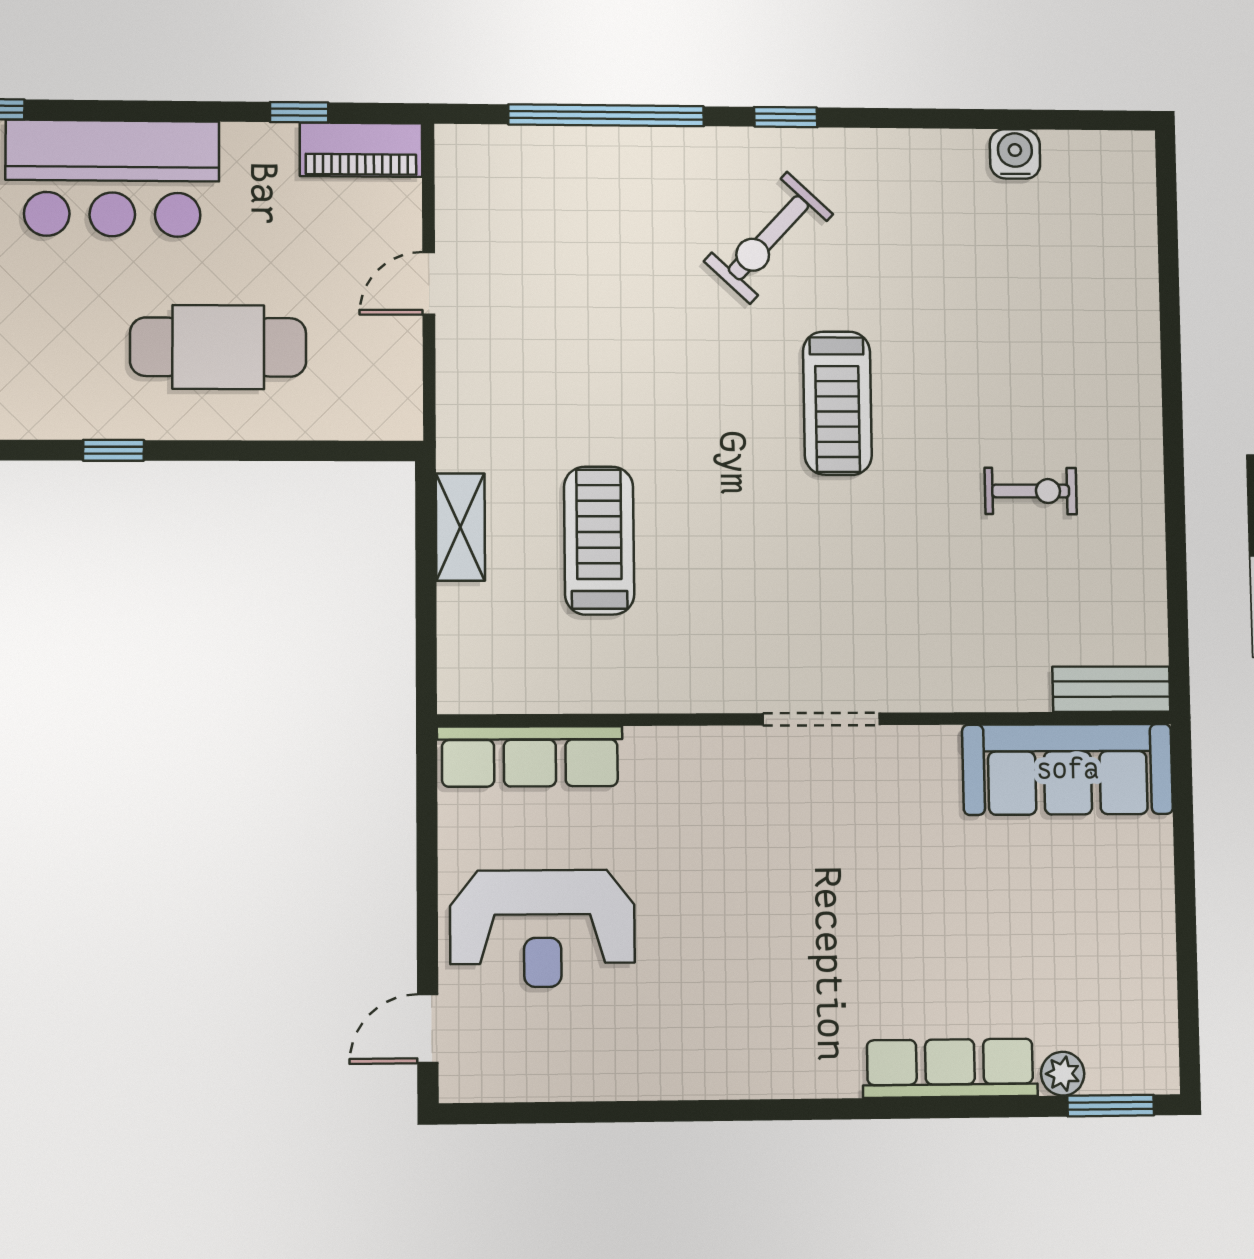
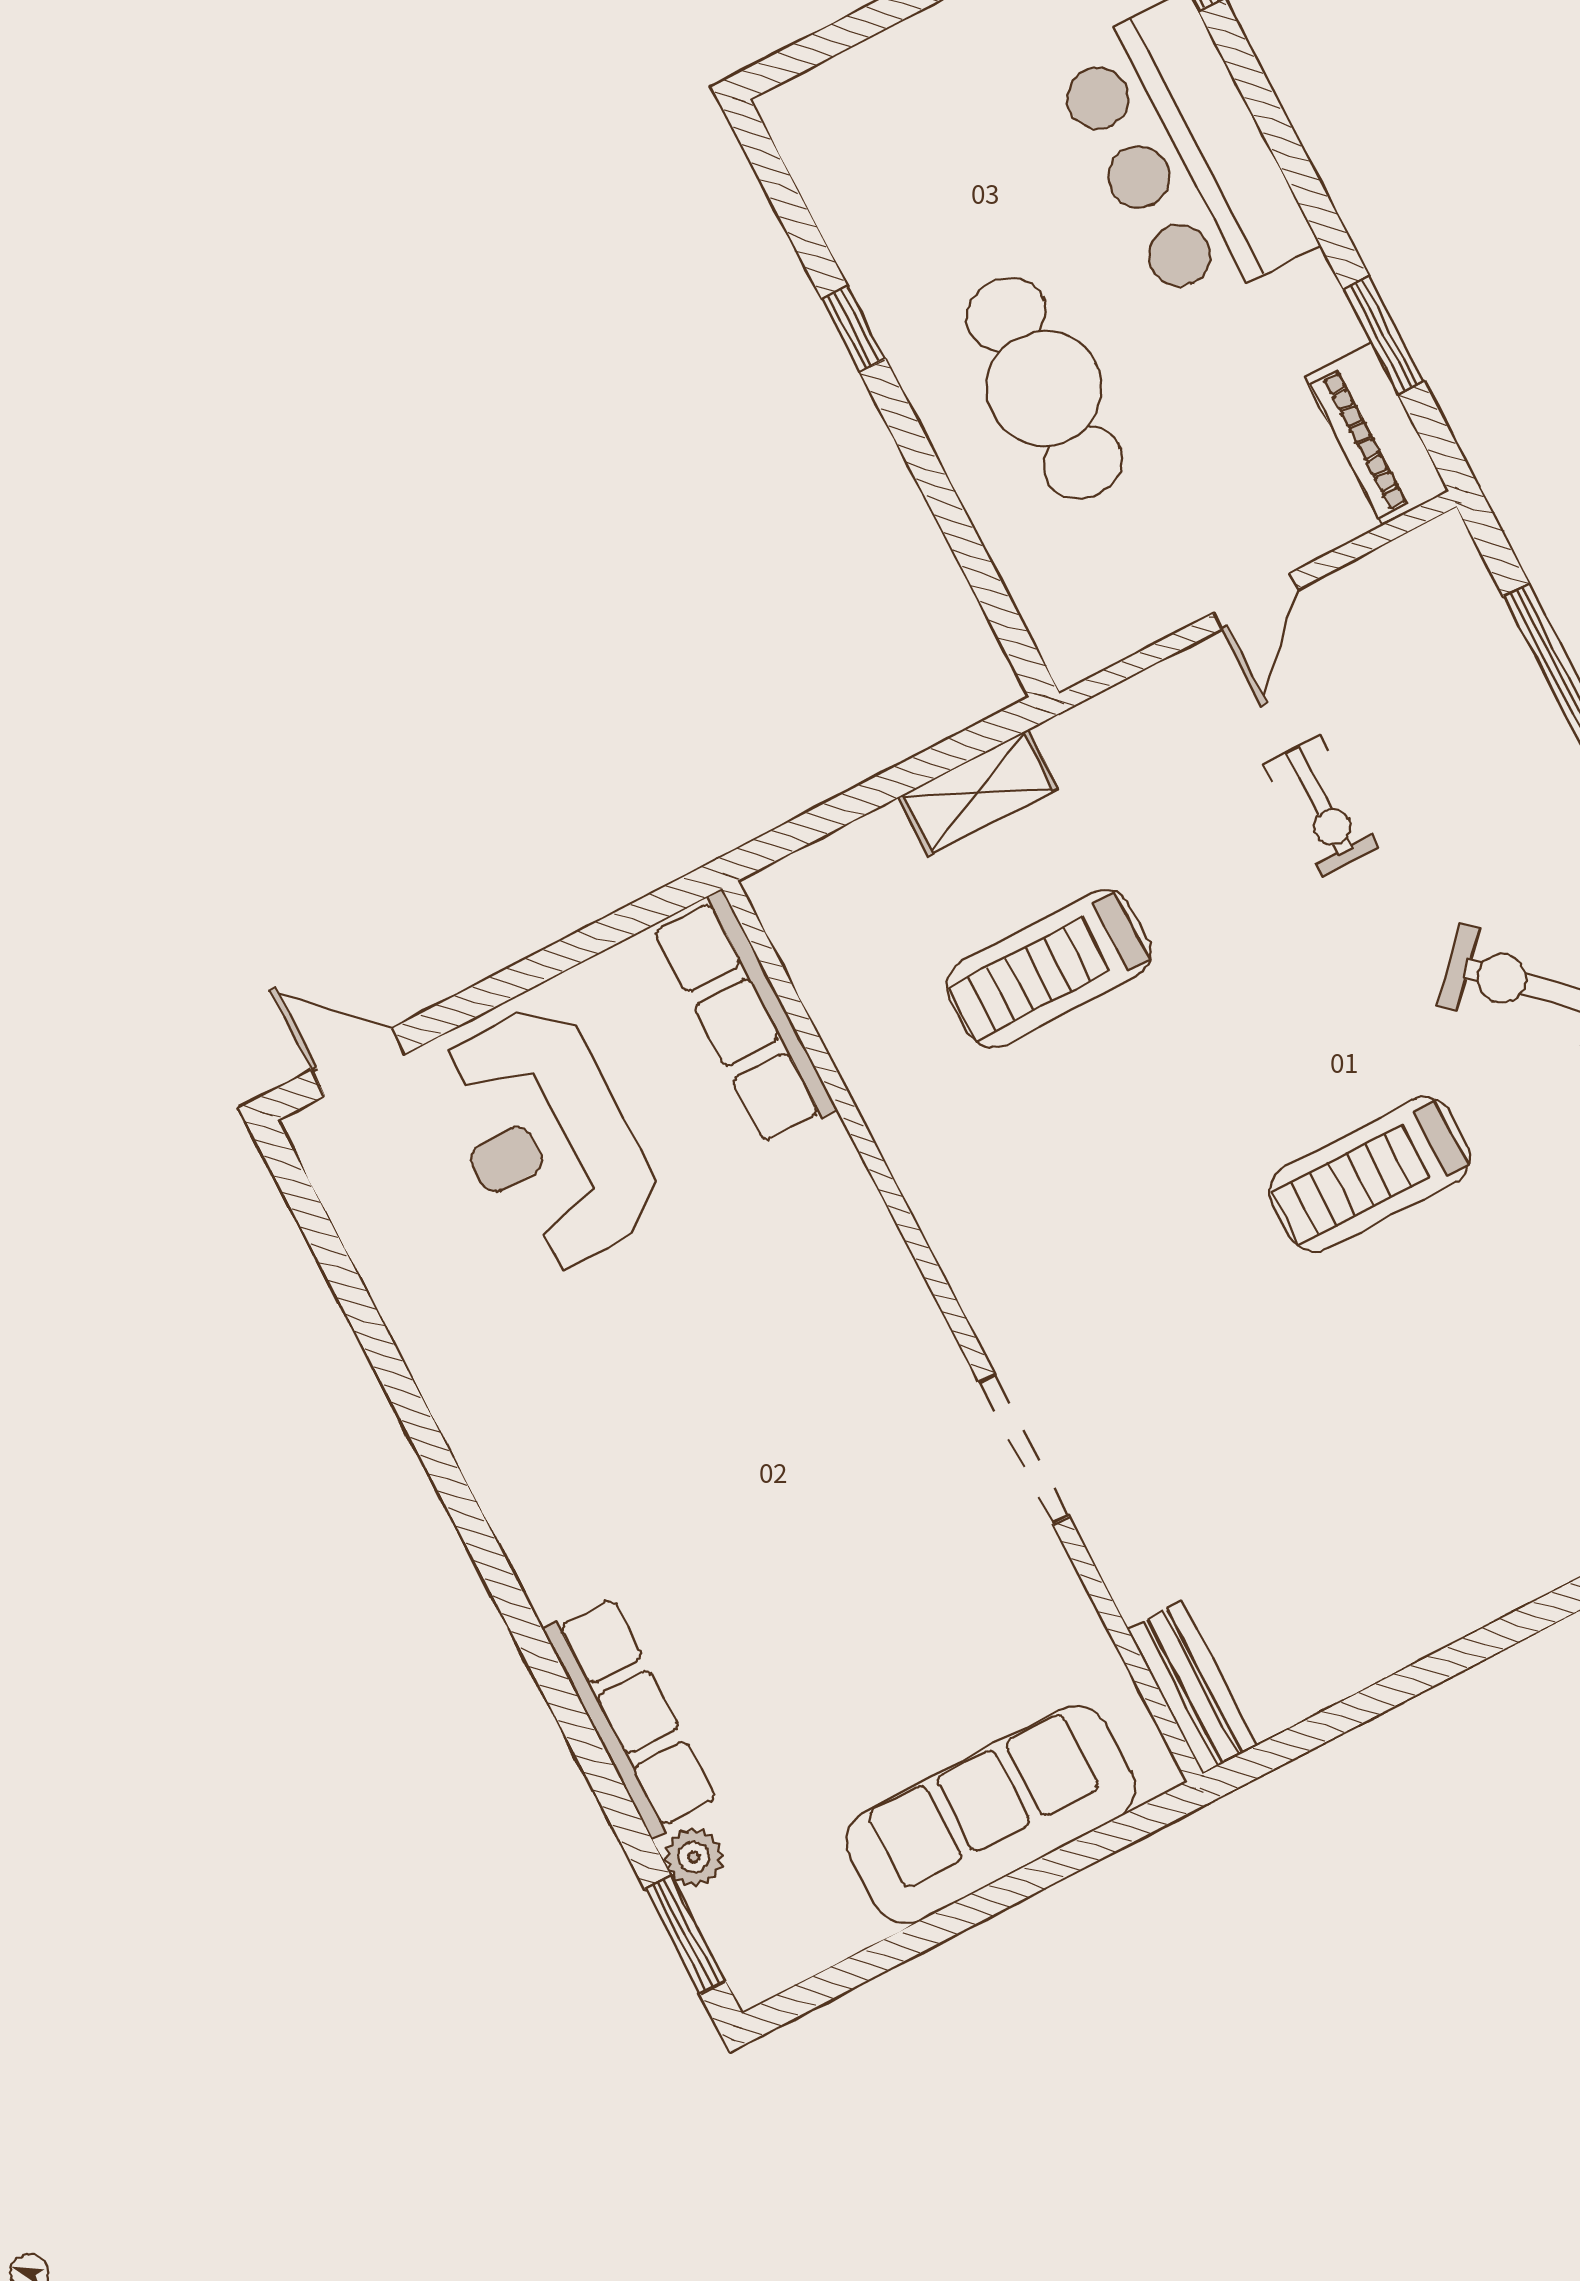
window: (299, 112) -> (1384, 335), width x1.50
door: (429, 283) -> (1256, 601), swing flipped
exercise bike: (1031, 491) -> (1322, 806), moved
treadmill: (599, 541) -> (1049, 969), turned 180
doorway: (821, 719) -> (1024, 1449), moved
sofa: (1068, 769) -> (991, 1815), moved, turned 90

